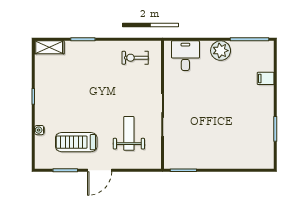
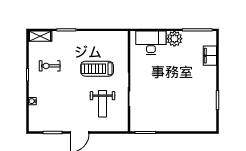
desk: (185, 56) -> (151, 43), width x1.37
exercise bike: (135, 58) -> (50, 66), moved
filing cabinet: (266, 78) -> (210, 56), width x2.00
weight bench: (129, 133) -> (102, 104), turned 180
treadmill: (76, 142) -> (97, 69), moved

